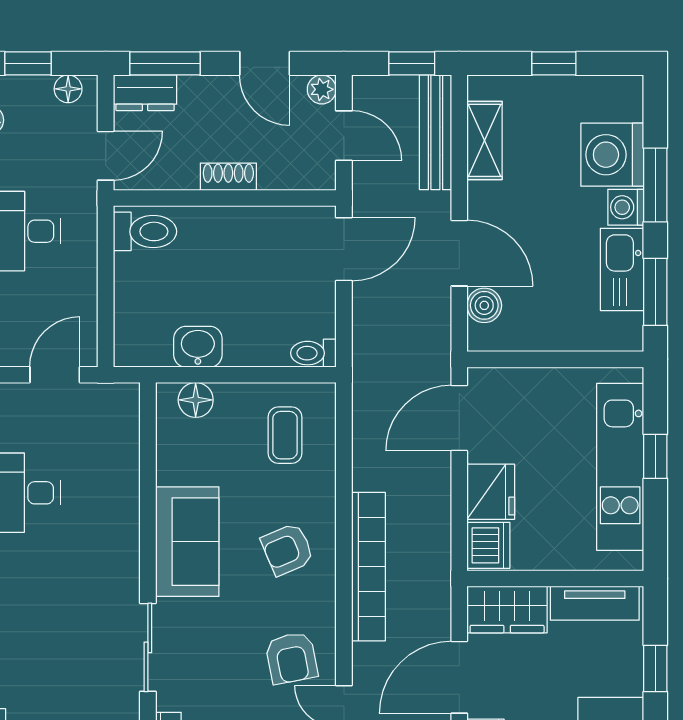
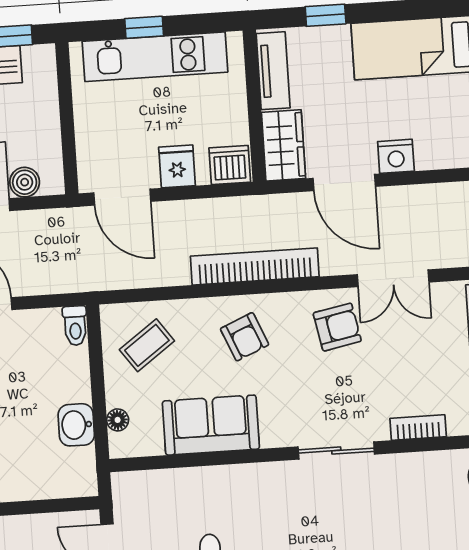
floor lamp: (196, 400) -> (118, 420), width x0.73, depth x0.73
coffee table: (285, 435) -> (147, 345), turned -36
fridge: (491, 492) -> (177, 166), width x0.72
sofa: (187, 542) -> (211, 425), moved

